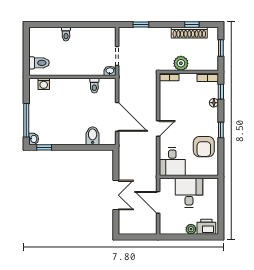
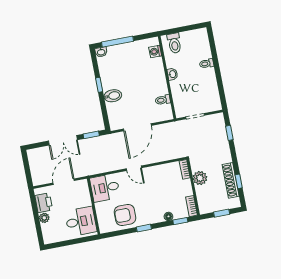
washbasin: (110, 71) -> (172, 74), moved
bidet: (93, 136) -> (113, 96), moved
window: (44, 147) -> (99, 85), moved
window: (116, 165) -> (91, 135), added
desk: (189, 193) -> (81, 221), moved
printer: (206, 227) -> (44, 203), moved

